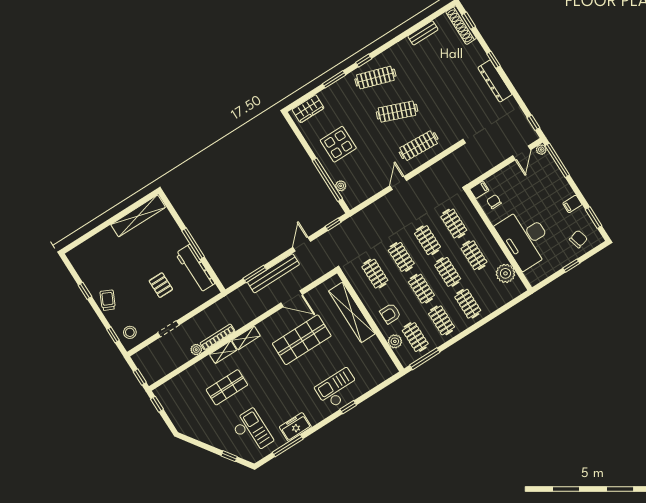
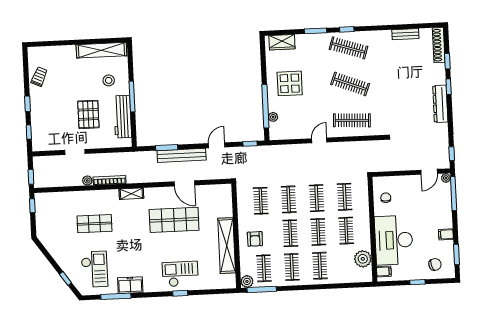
window: (469, 21) -> (447, 61), moved
filing cabinet: (479, 190) -> (384, 271), moved
pallet: (161, 285) -> (88, 114), width x1.50, depth x1.42
window: (85, 291) -> (28, 104), moved
trolley: (108, 300) -> (39, 77), moved
shelving: (352, 312) -> (227, 246), moved
armchair: (390, 314) -> (255, 239), turned -90
stool: (130, 332) -> (109, 80), moved
plant: (395, 341) -> (247, 281), moved
shelving: (223, 352) -> (107, 195), removed

